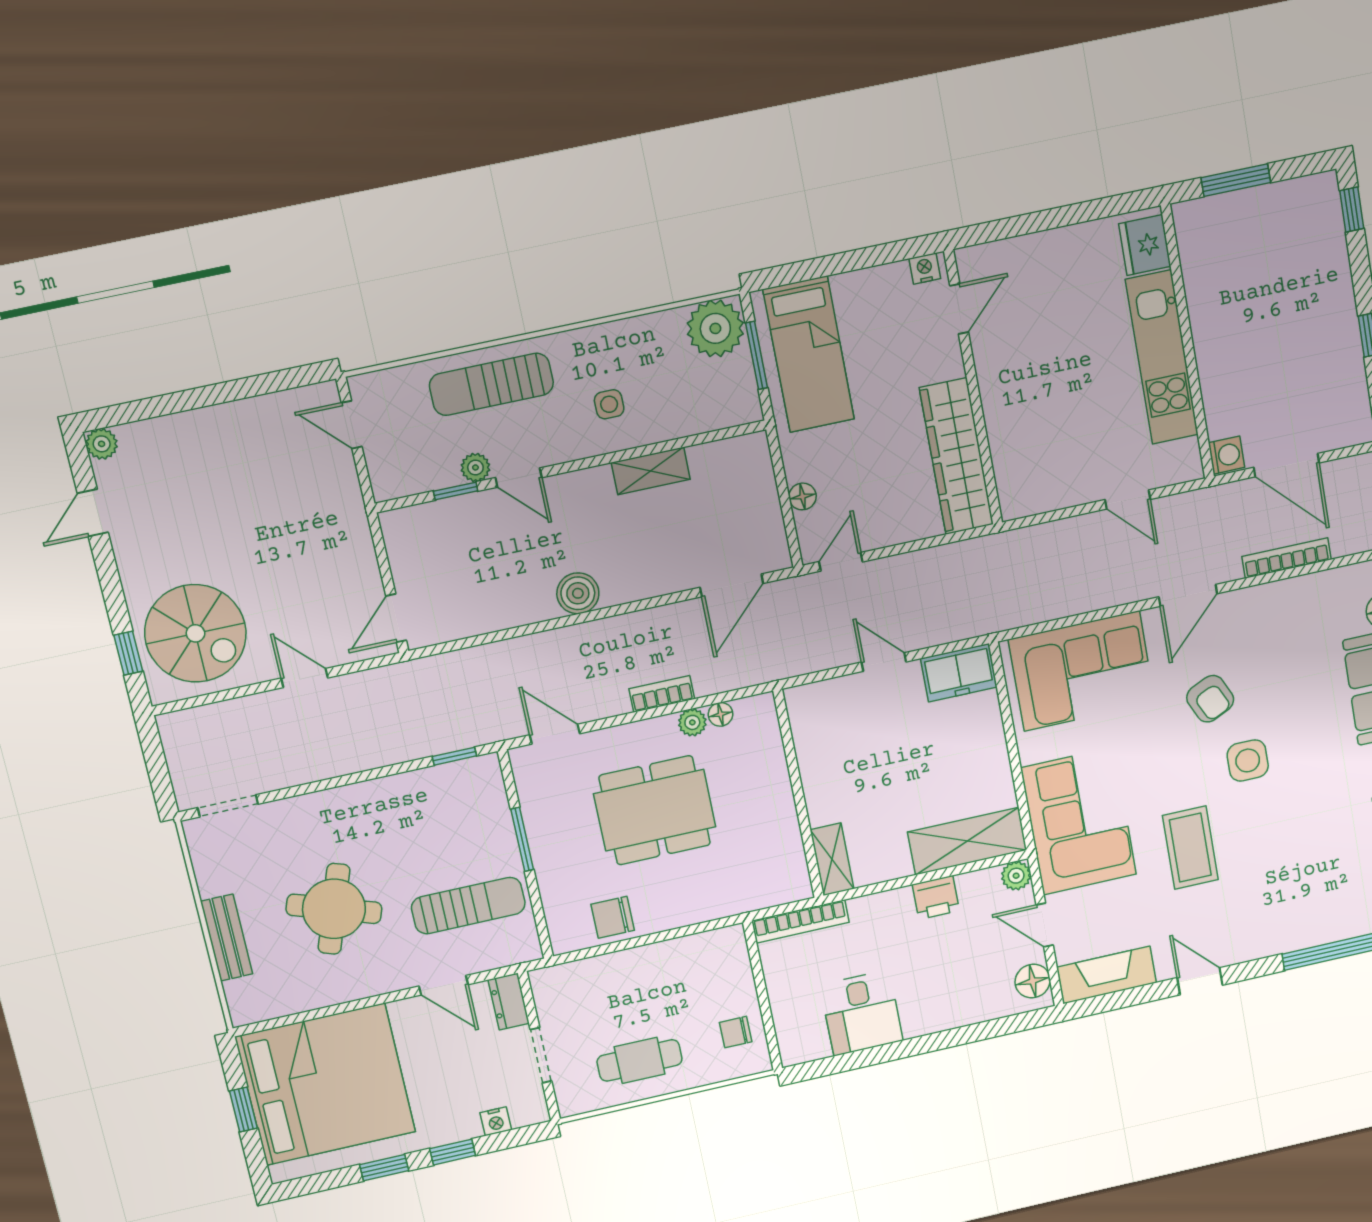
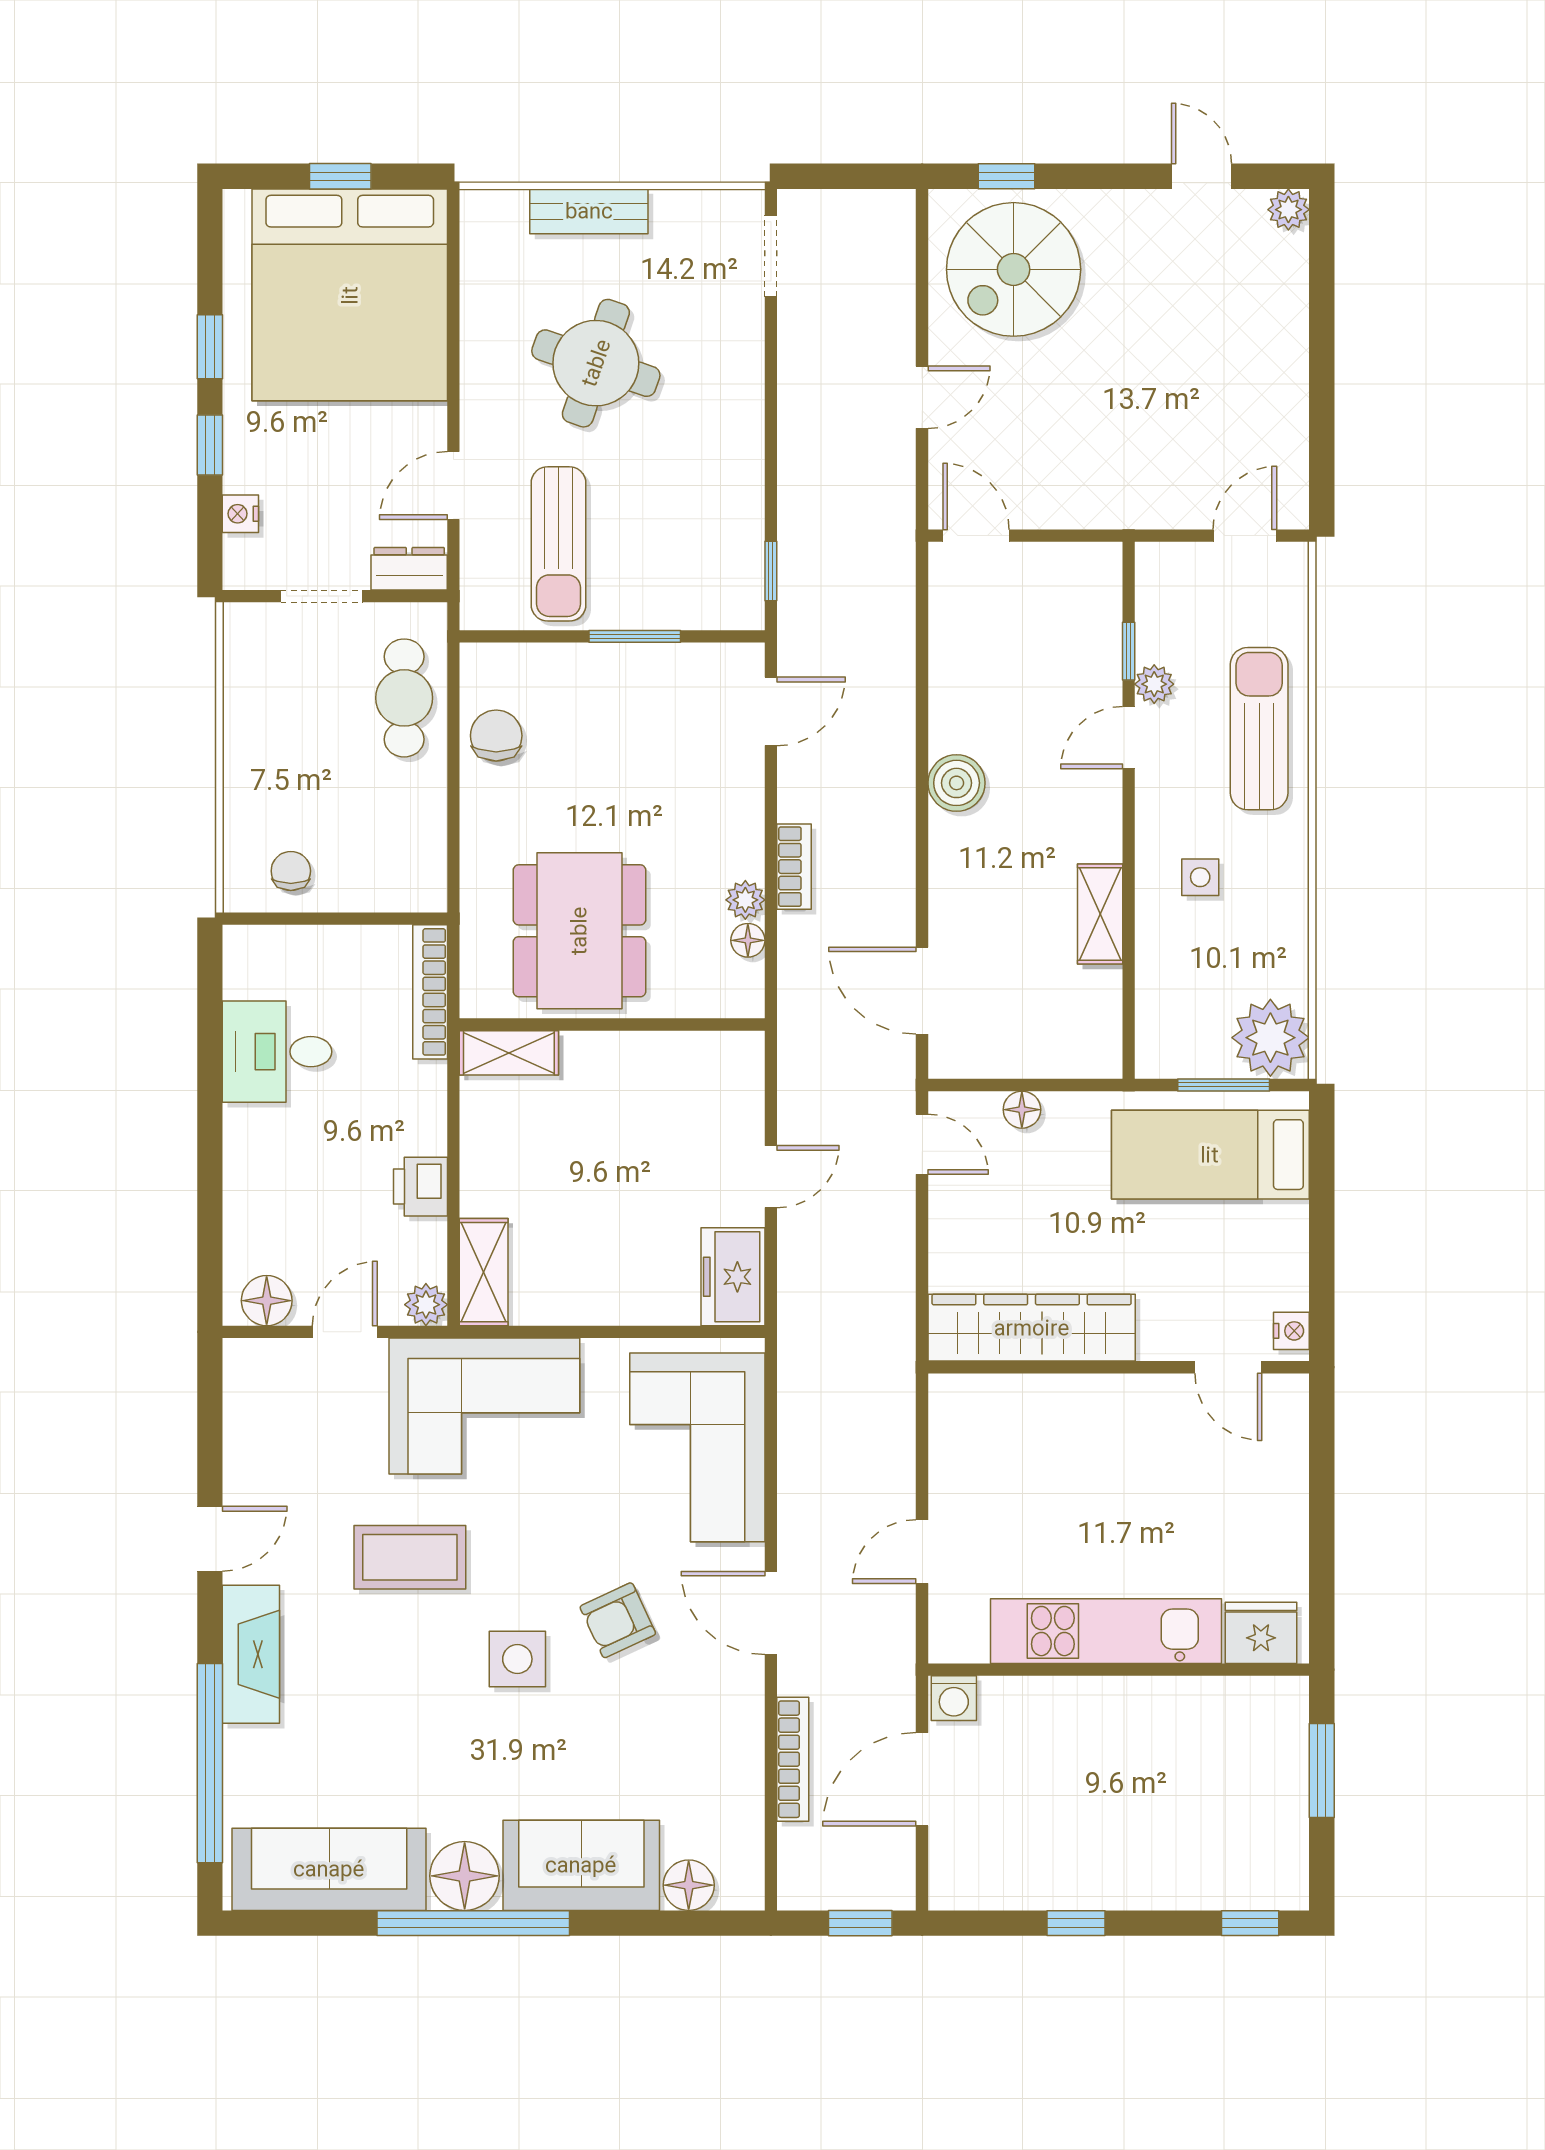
dining table: (655, 810) -> (579, 931), moved
shelving: (967, 841) -> (484, 1272), width x0.67, depth x0.75
fireplace: (1107, 975) -> (251, 1654), moved
cafe table: (640, 1060) -> (404, 698), moved

